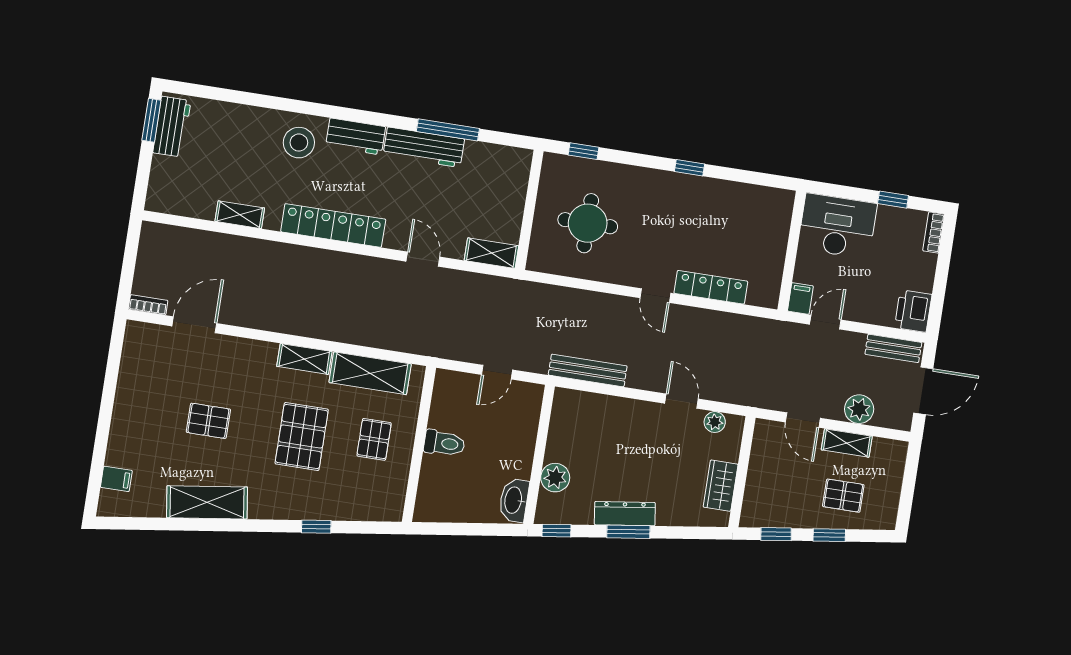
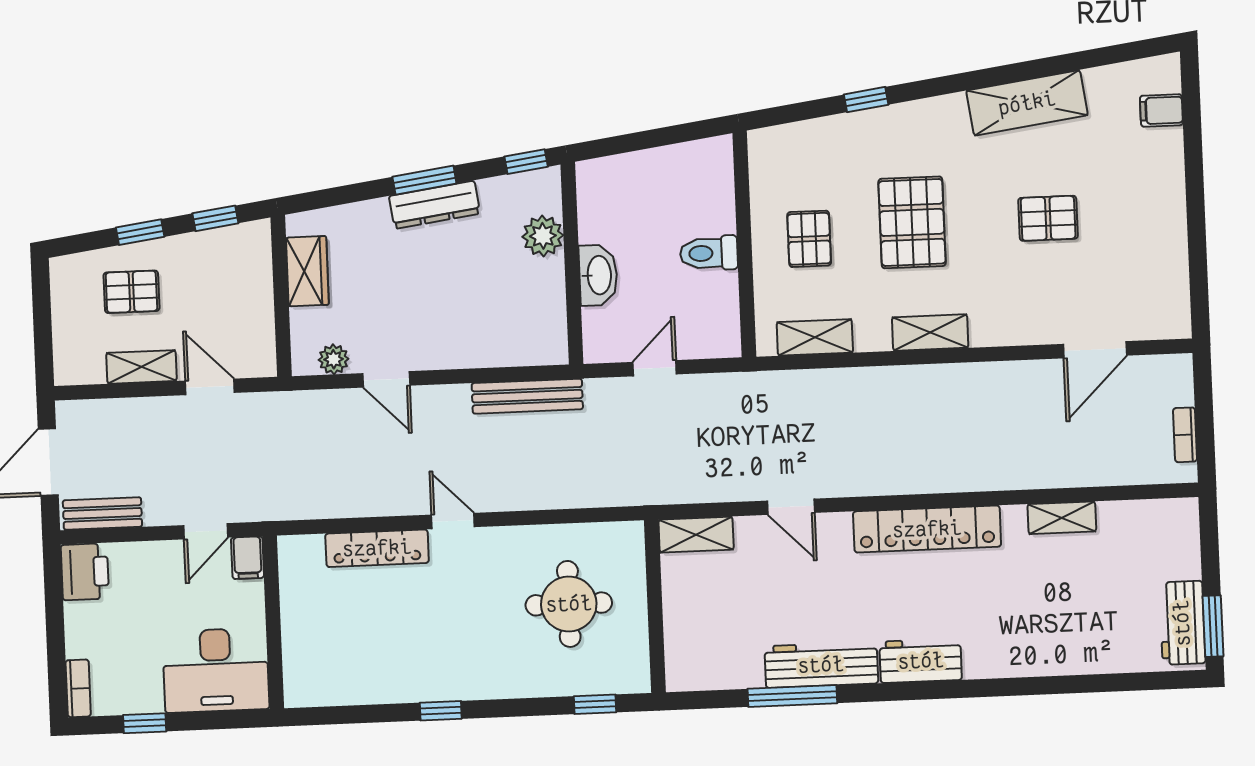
stool: (299, 143) -> (999, 636), removed
bookcase: (148, 305) -> (1185, 435), moved, turned 90
shelving: (370, 373) -> (815, 337), width x0.67, depth x0.75
plant: (859, 409) -> (134, 418), removed
washbasin: (514, 500) -> (598, 275), moved

